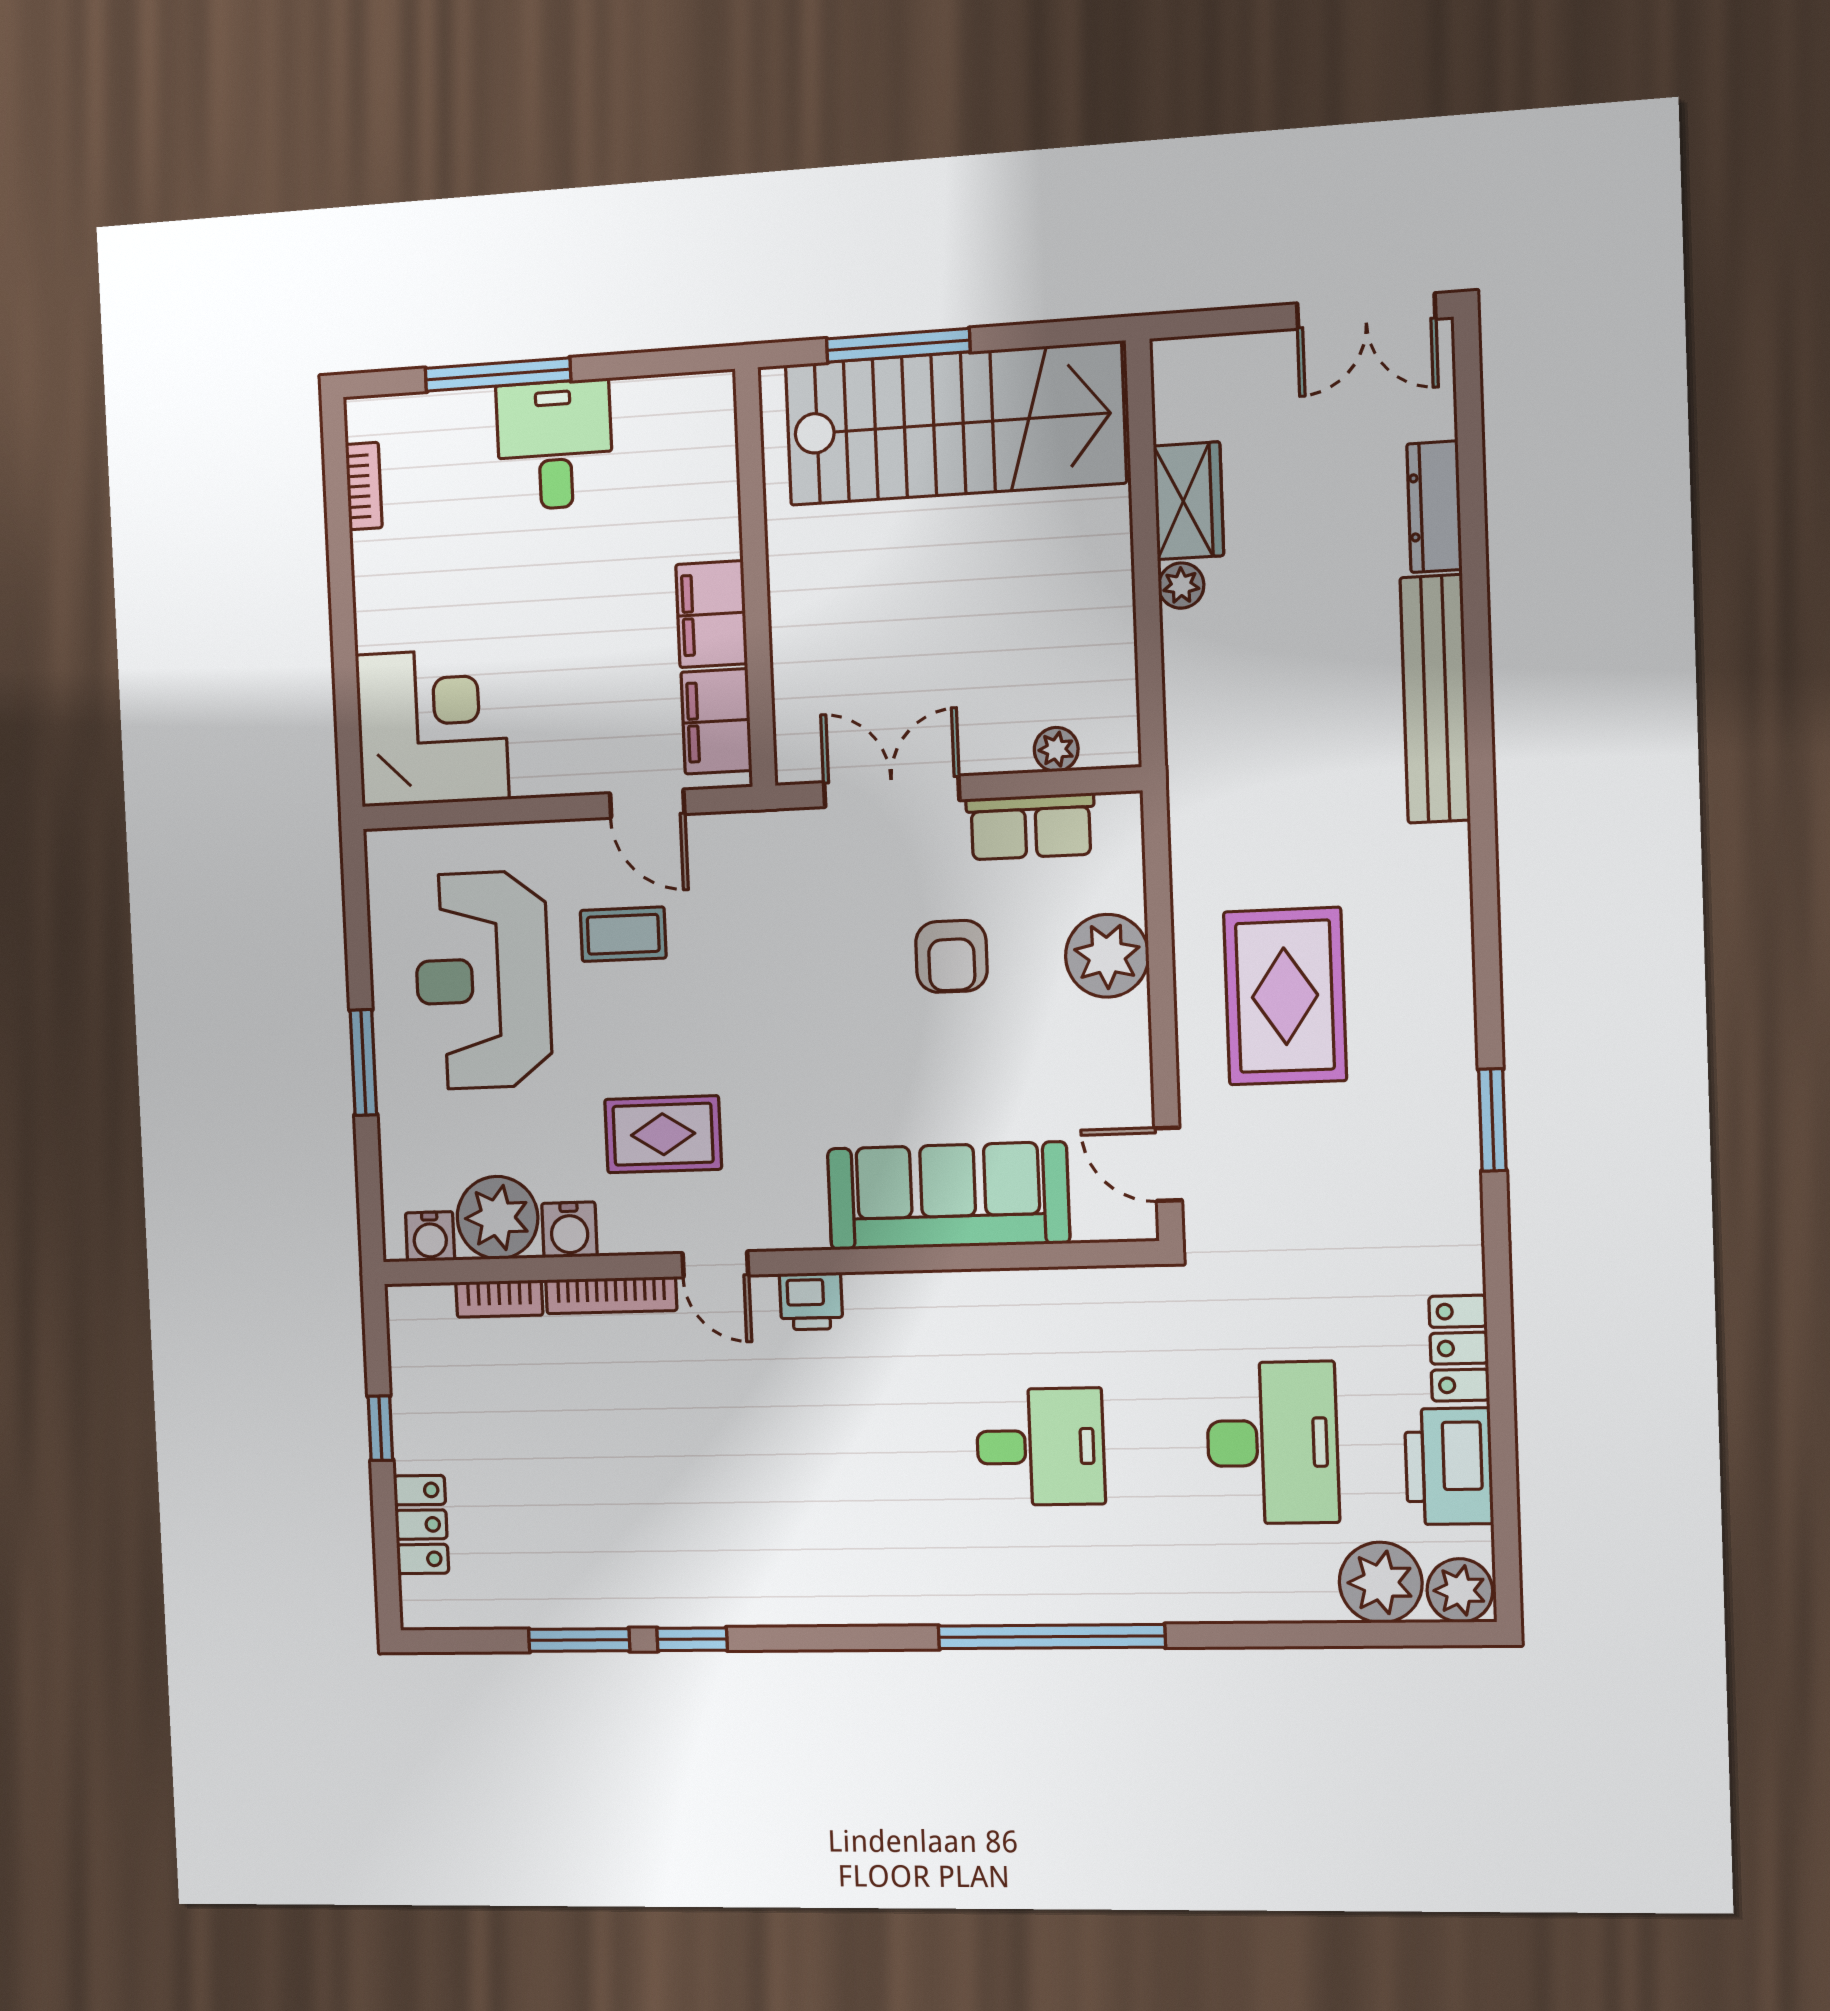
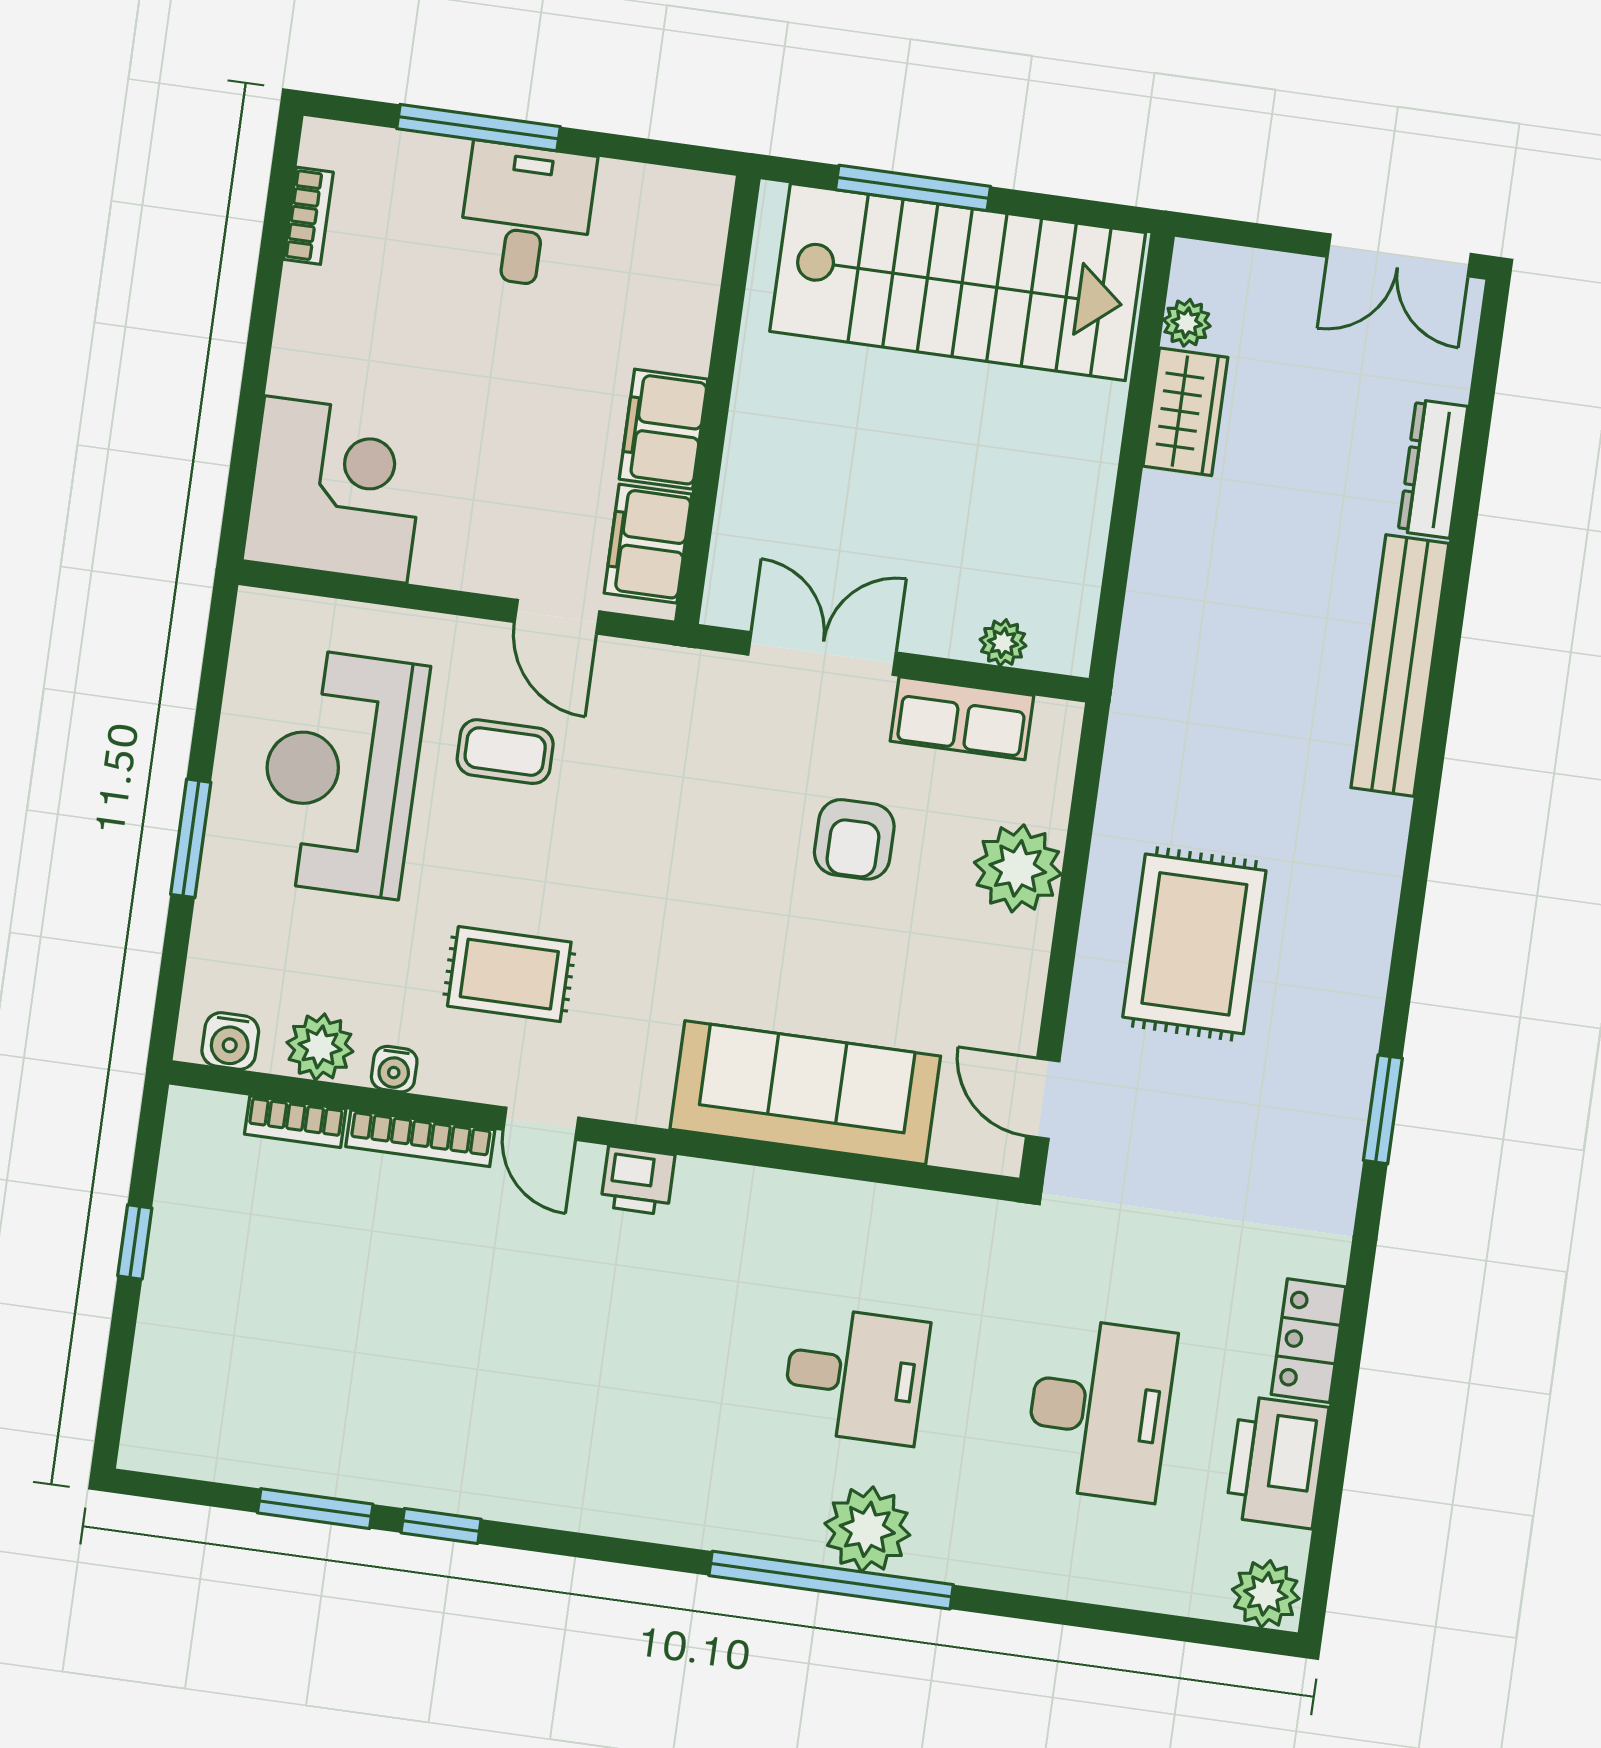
plant: (1181, 586) -> (1187, 323), moved
plant: (497, 1218) -> (320, 1047), width x0.73, depth x0.73
water cooler: (569, 1230) -> (394, 1069), width x0.72, depth x0.72
locker: (421, 1525) -> (161, 1355), removed
plant: (1381, 1582) -> (867, 1529), moved

